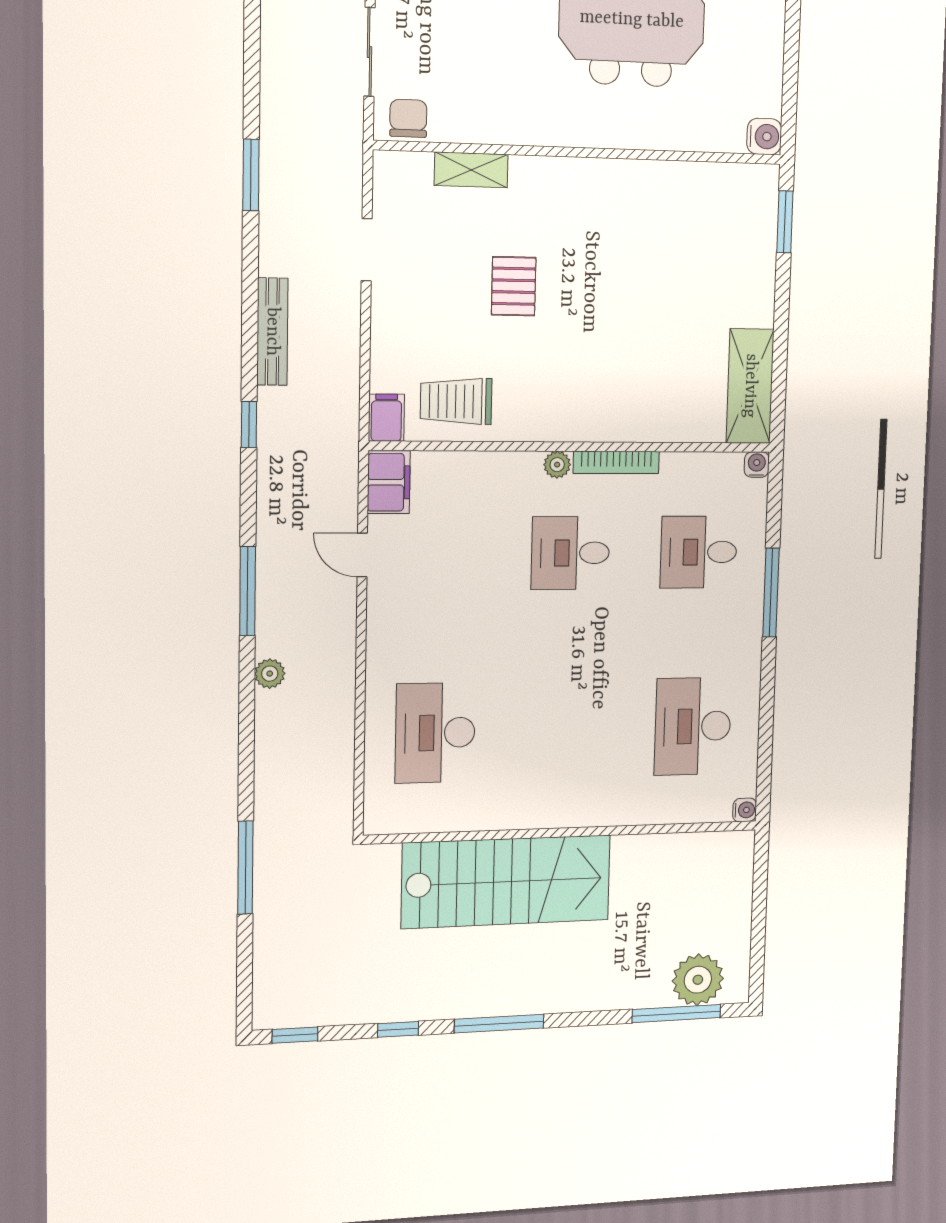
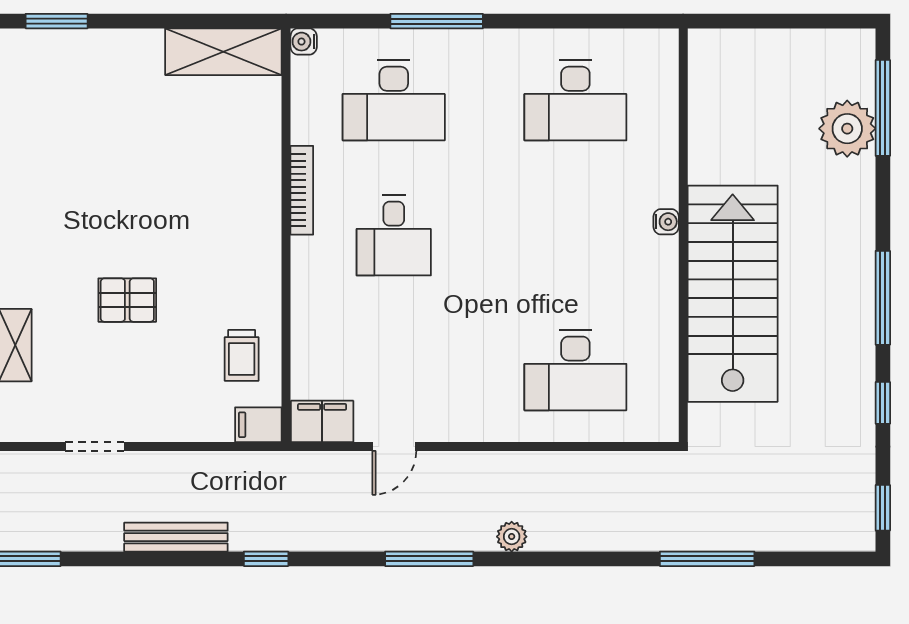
trolley: (456, 401) -> (242, 355), width x0.73, depth x0.72
plant: (557, 465) -> (304, 251), removed
desk: (699, 552) -> (394, 100), width x1.37
water cooler: (745, 810) -> (666, 222), moved, turned 90
plant: (698, 980) -> (847, 129), moved

